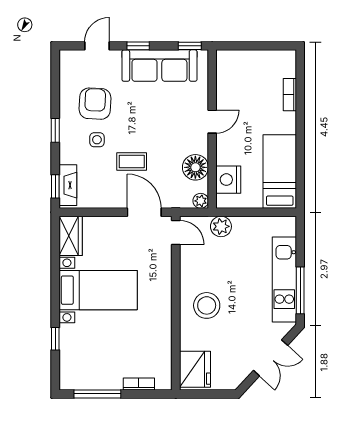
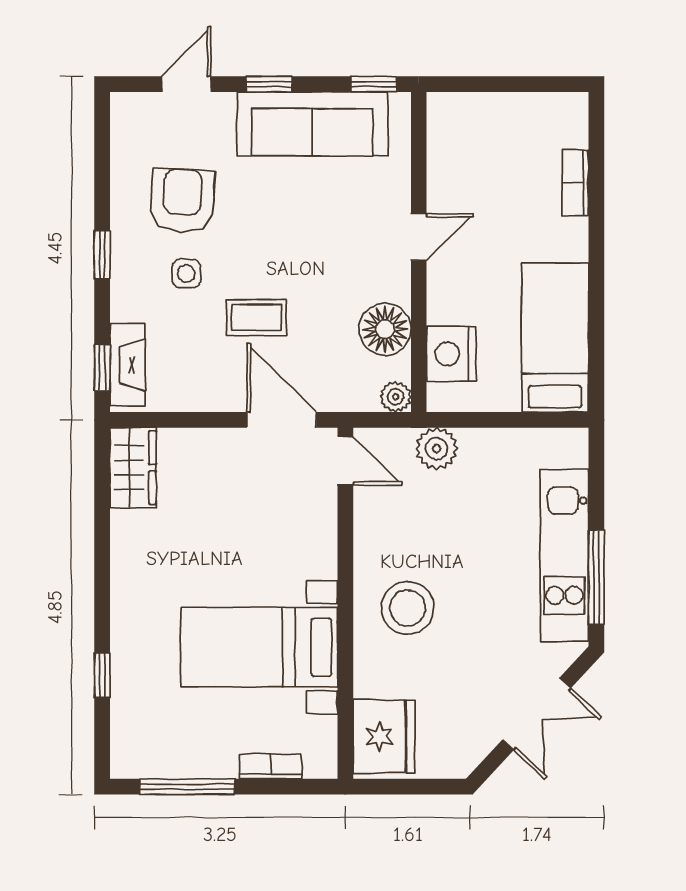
bed with nightstands: (98, 290) -> (259, 647), moved, turned 180

